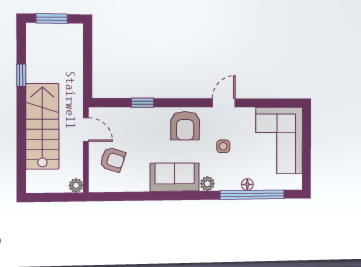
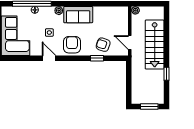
door: (224, 103) -> (49, 58), swing flipped
armchair: (113, 160) -> (103, 45), moved

